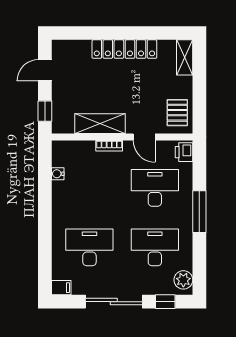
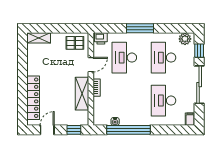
locker: (124, 49) -> (33, 98), moved
door: (45, 70) -> (47, 130), swing flipped
window: (45, 194) -> (129, 130), added

